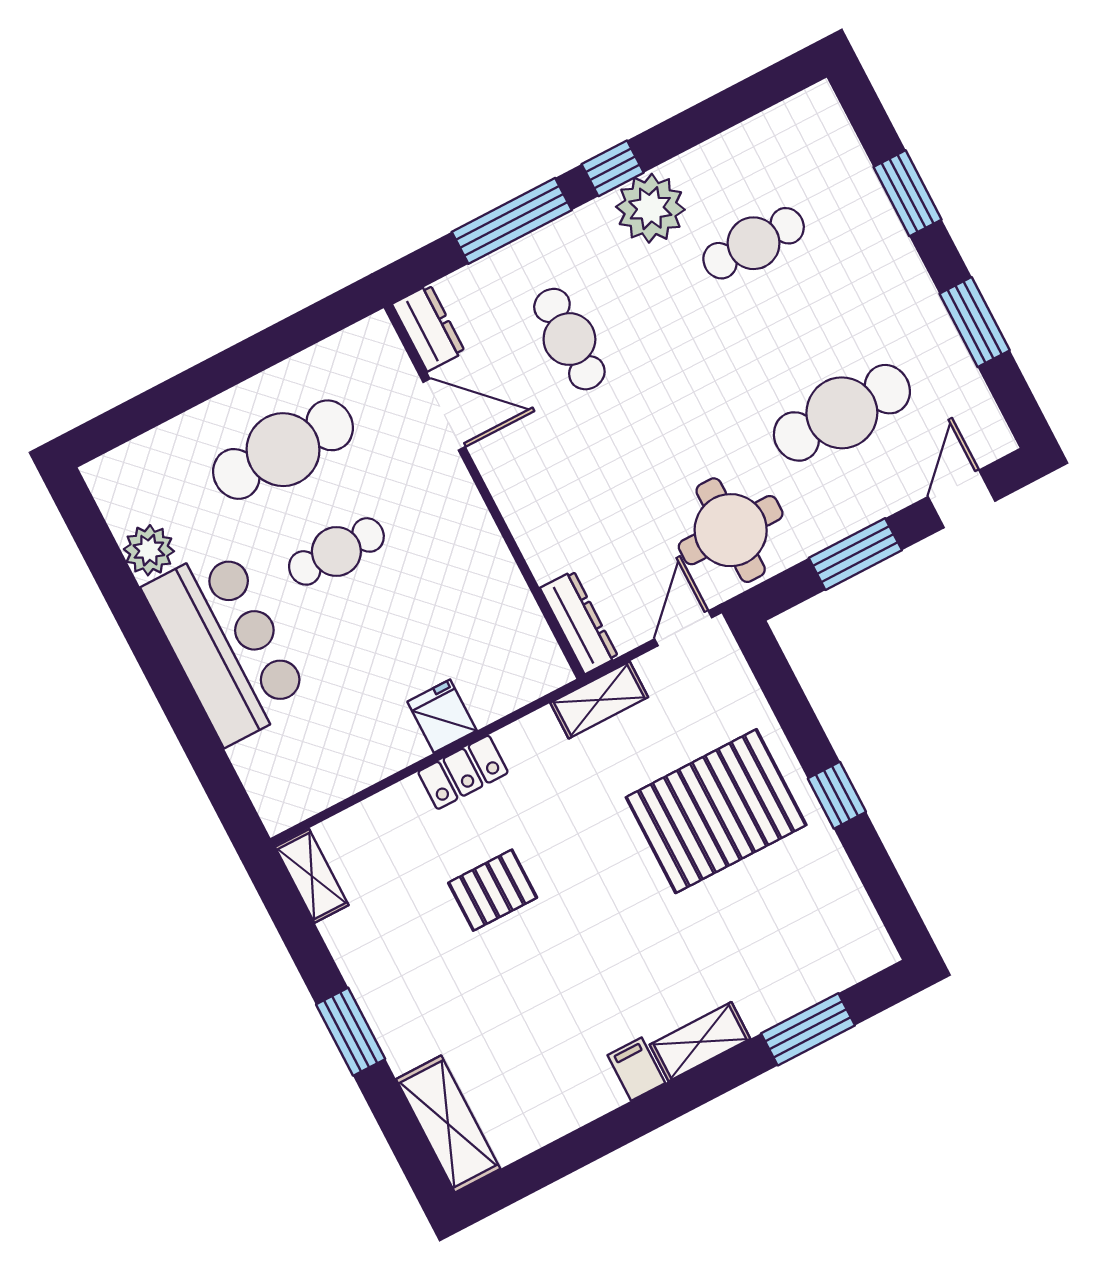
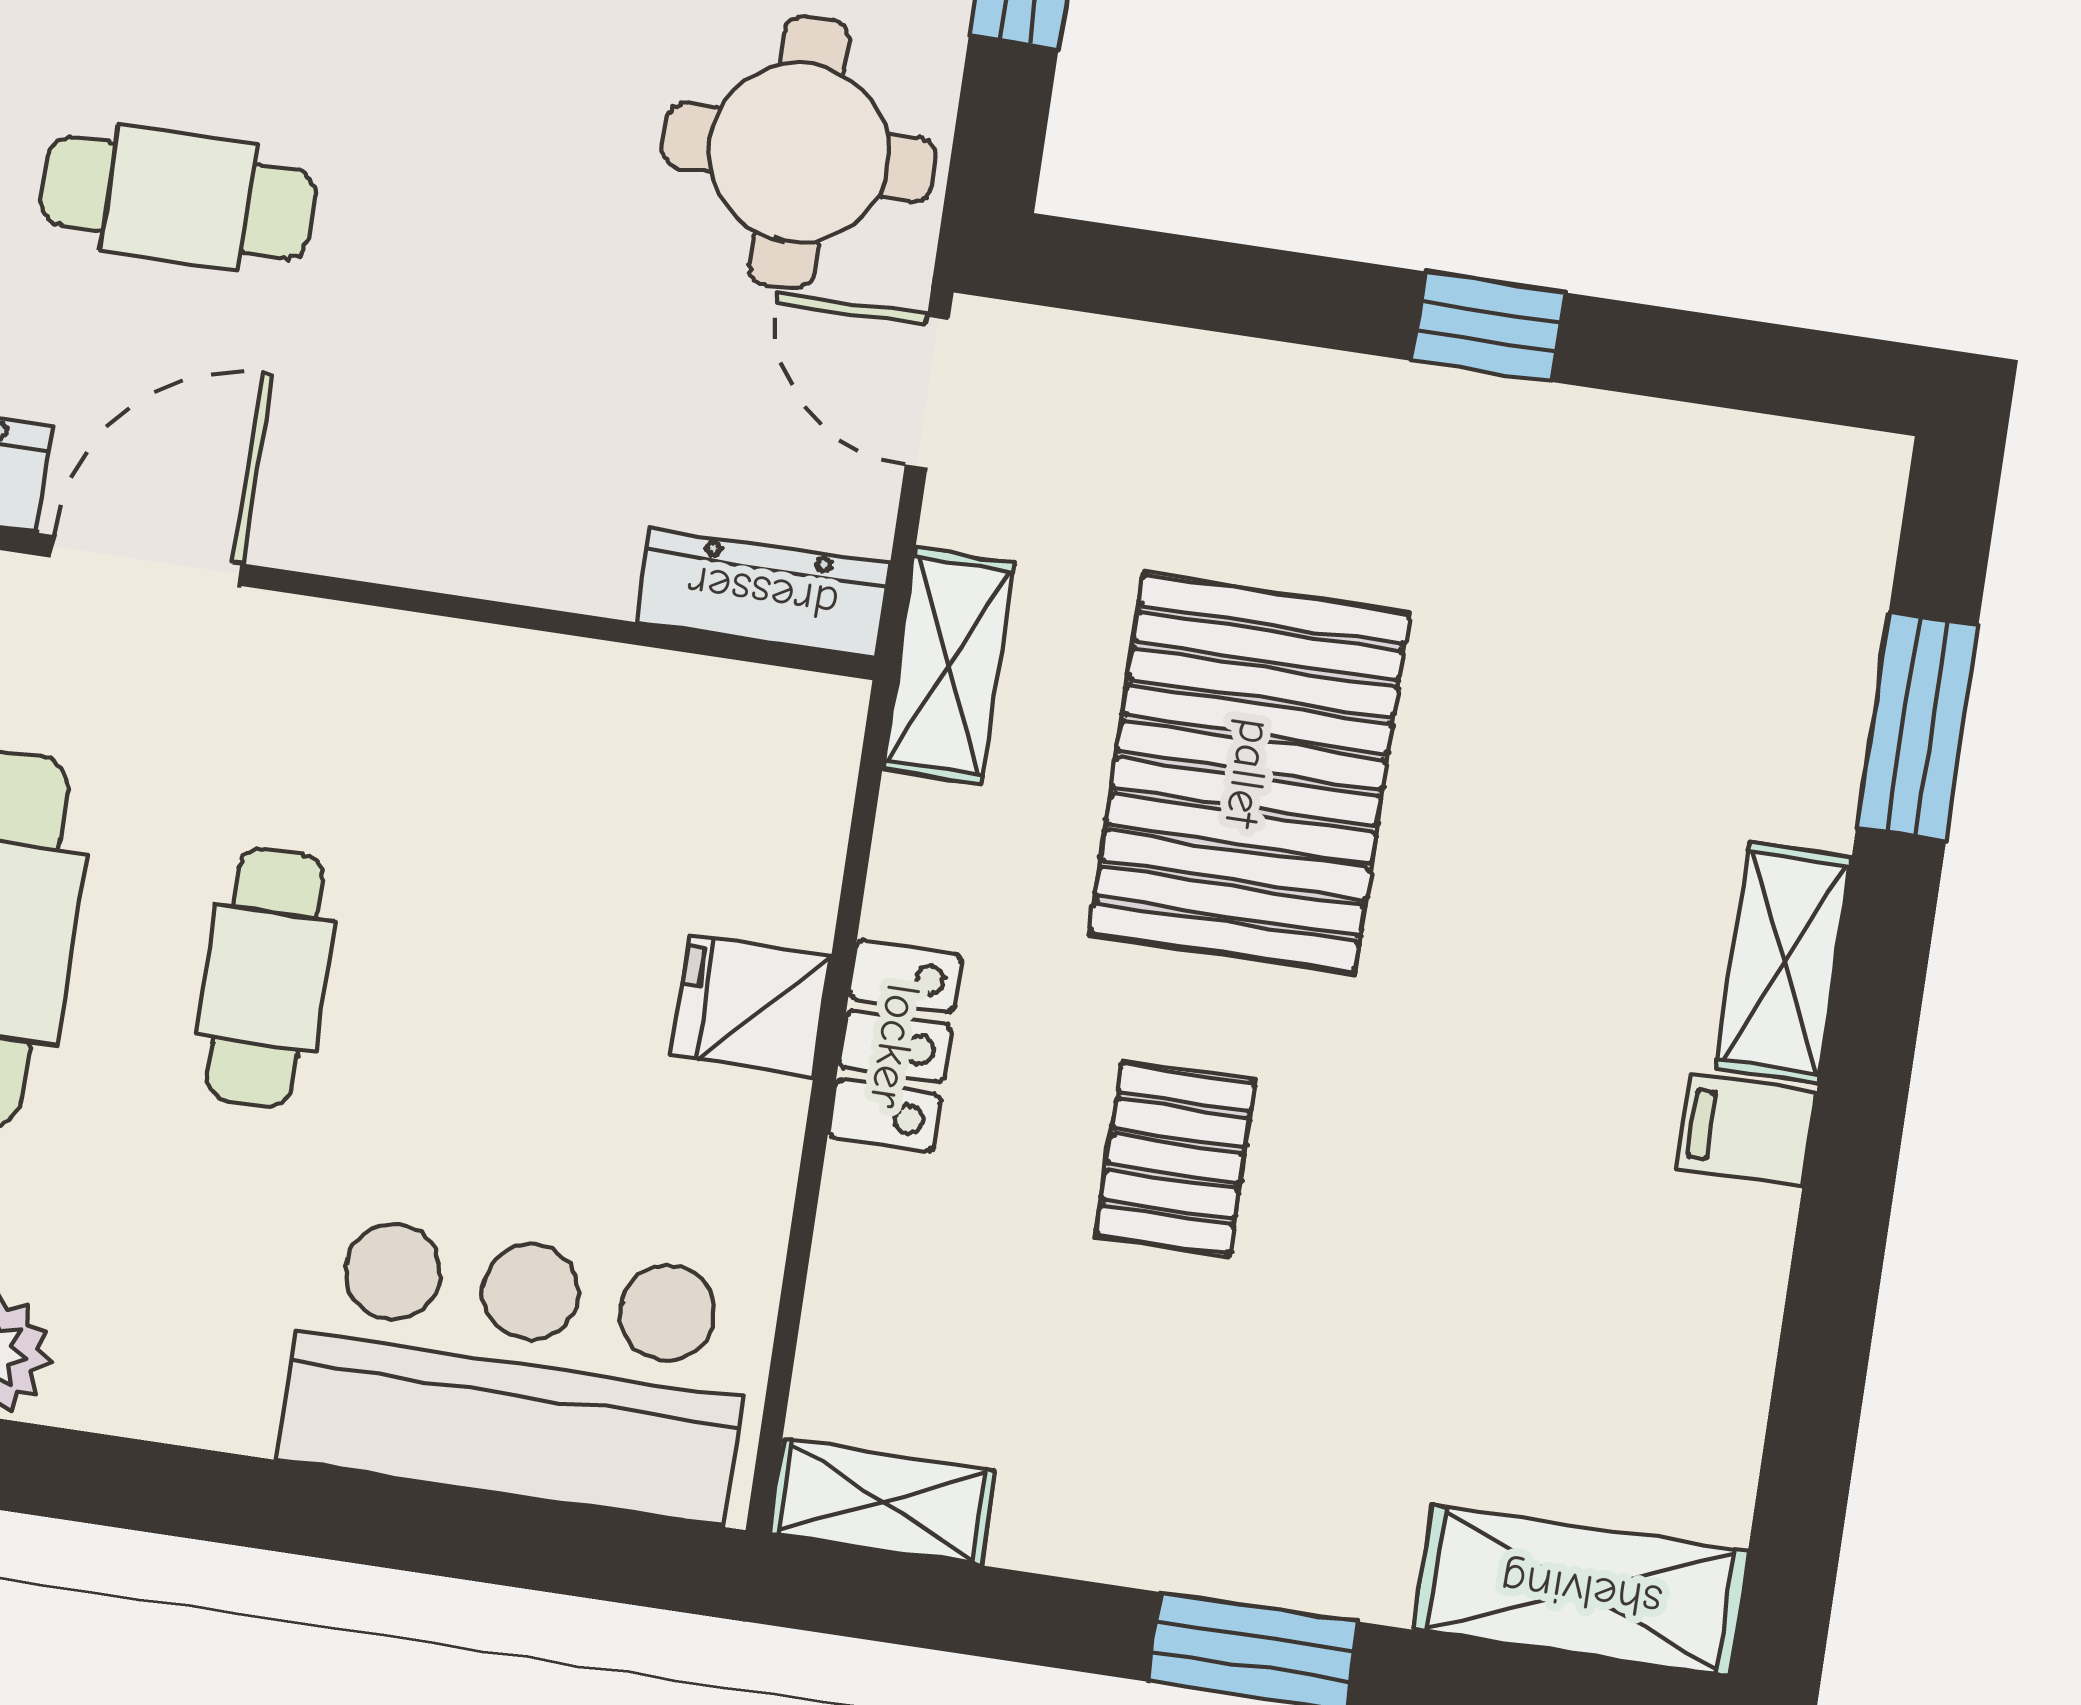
bar counter: (227, 645) -> (519, 1369), moved
pallet: (716, 811) -> (1249, 773), moved

